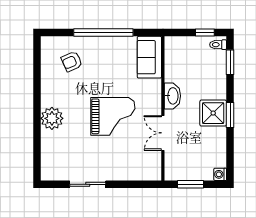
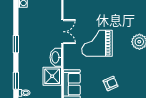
armchair: (72, 61) -> (111, 83), moved
shower: (213, 113) -> (52, 76), moved

